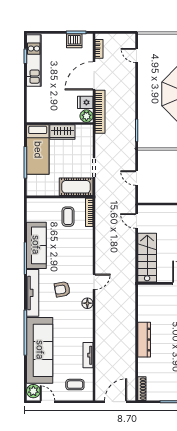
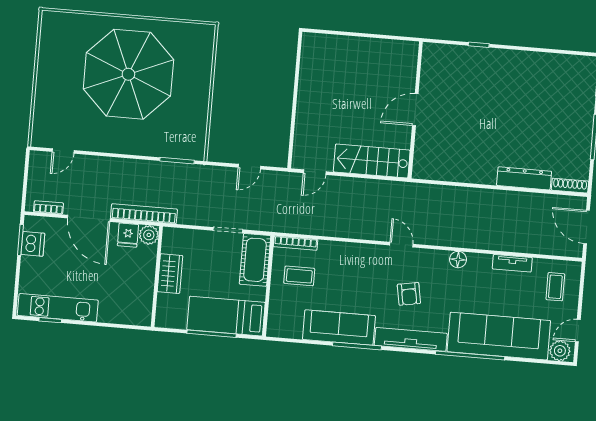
bed: (38, 150) -> (226, 316), moved, turned 180
floor lamp: (87, 303) -> (458, 260), moved
dresser: (144, 340) -> (524, 178), moved

